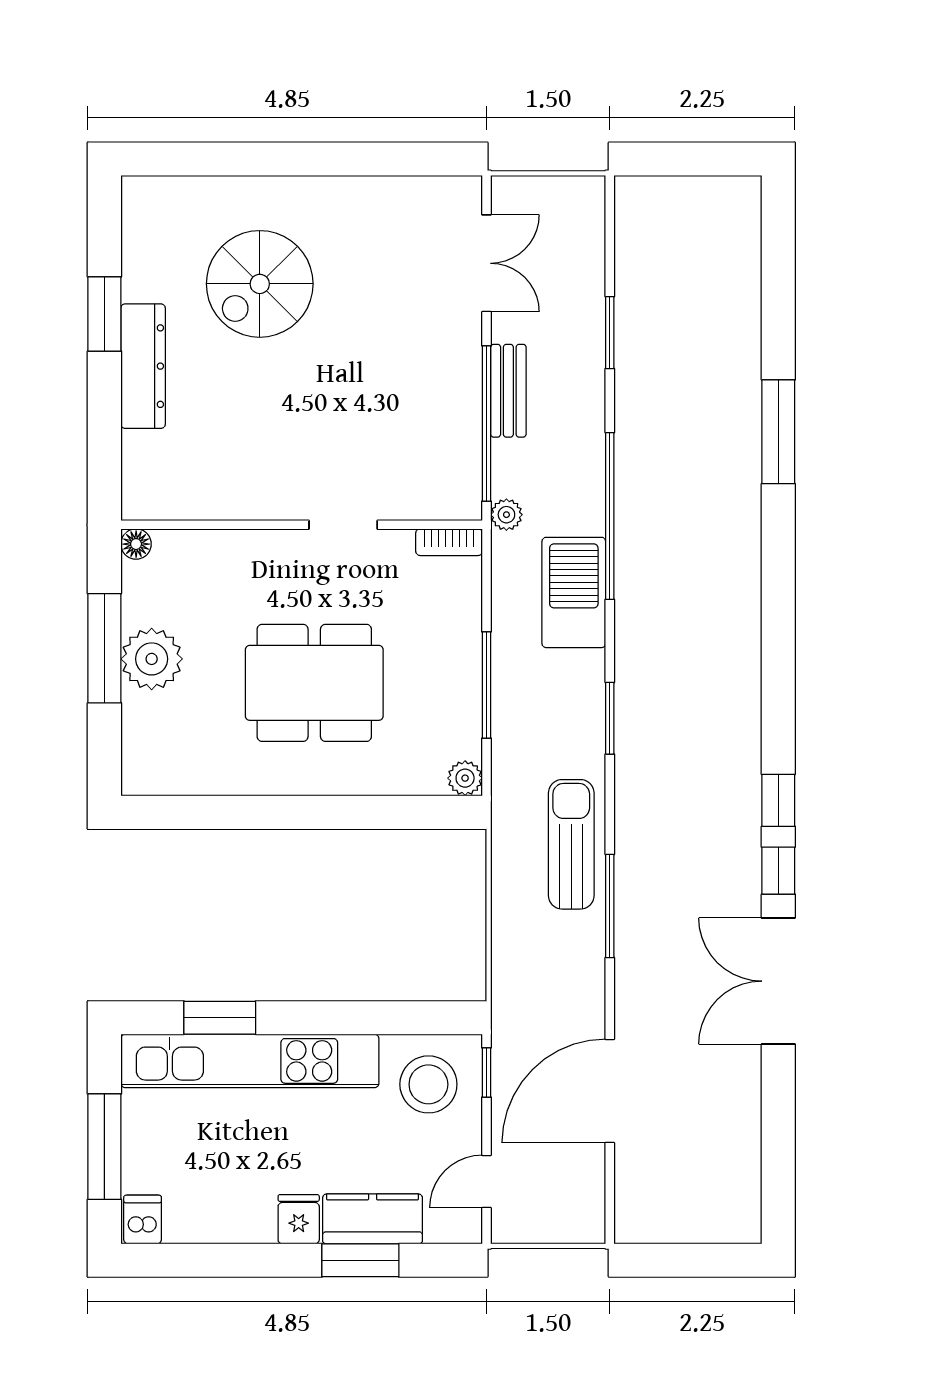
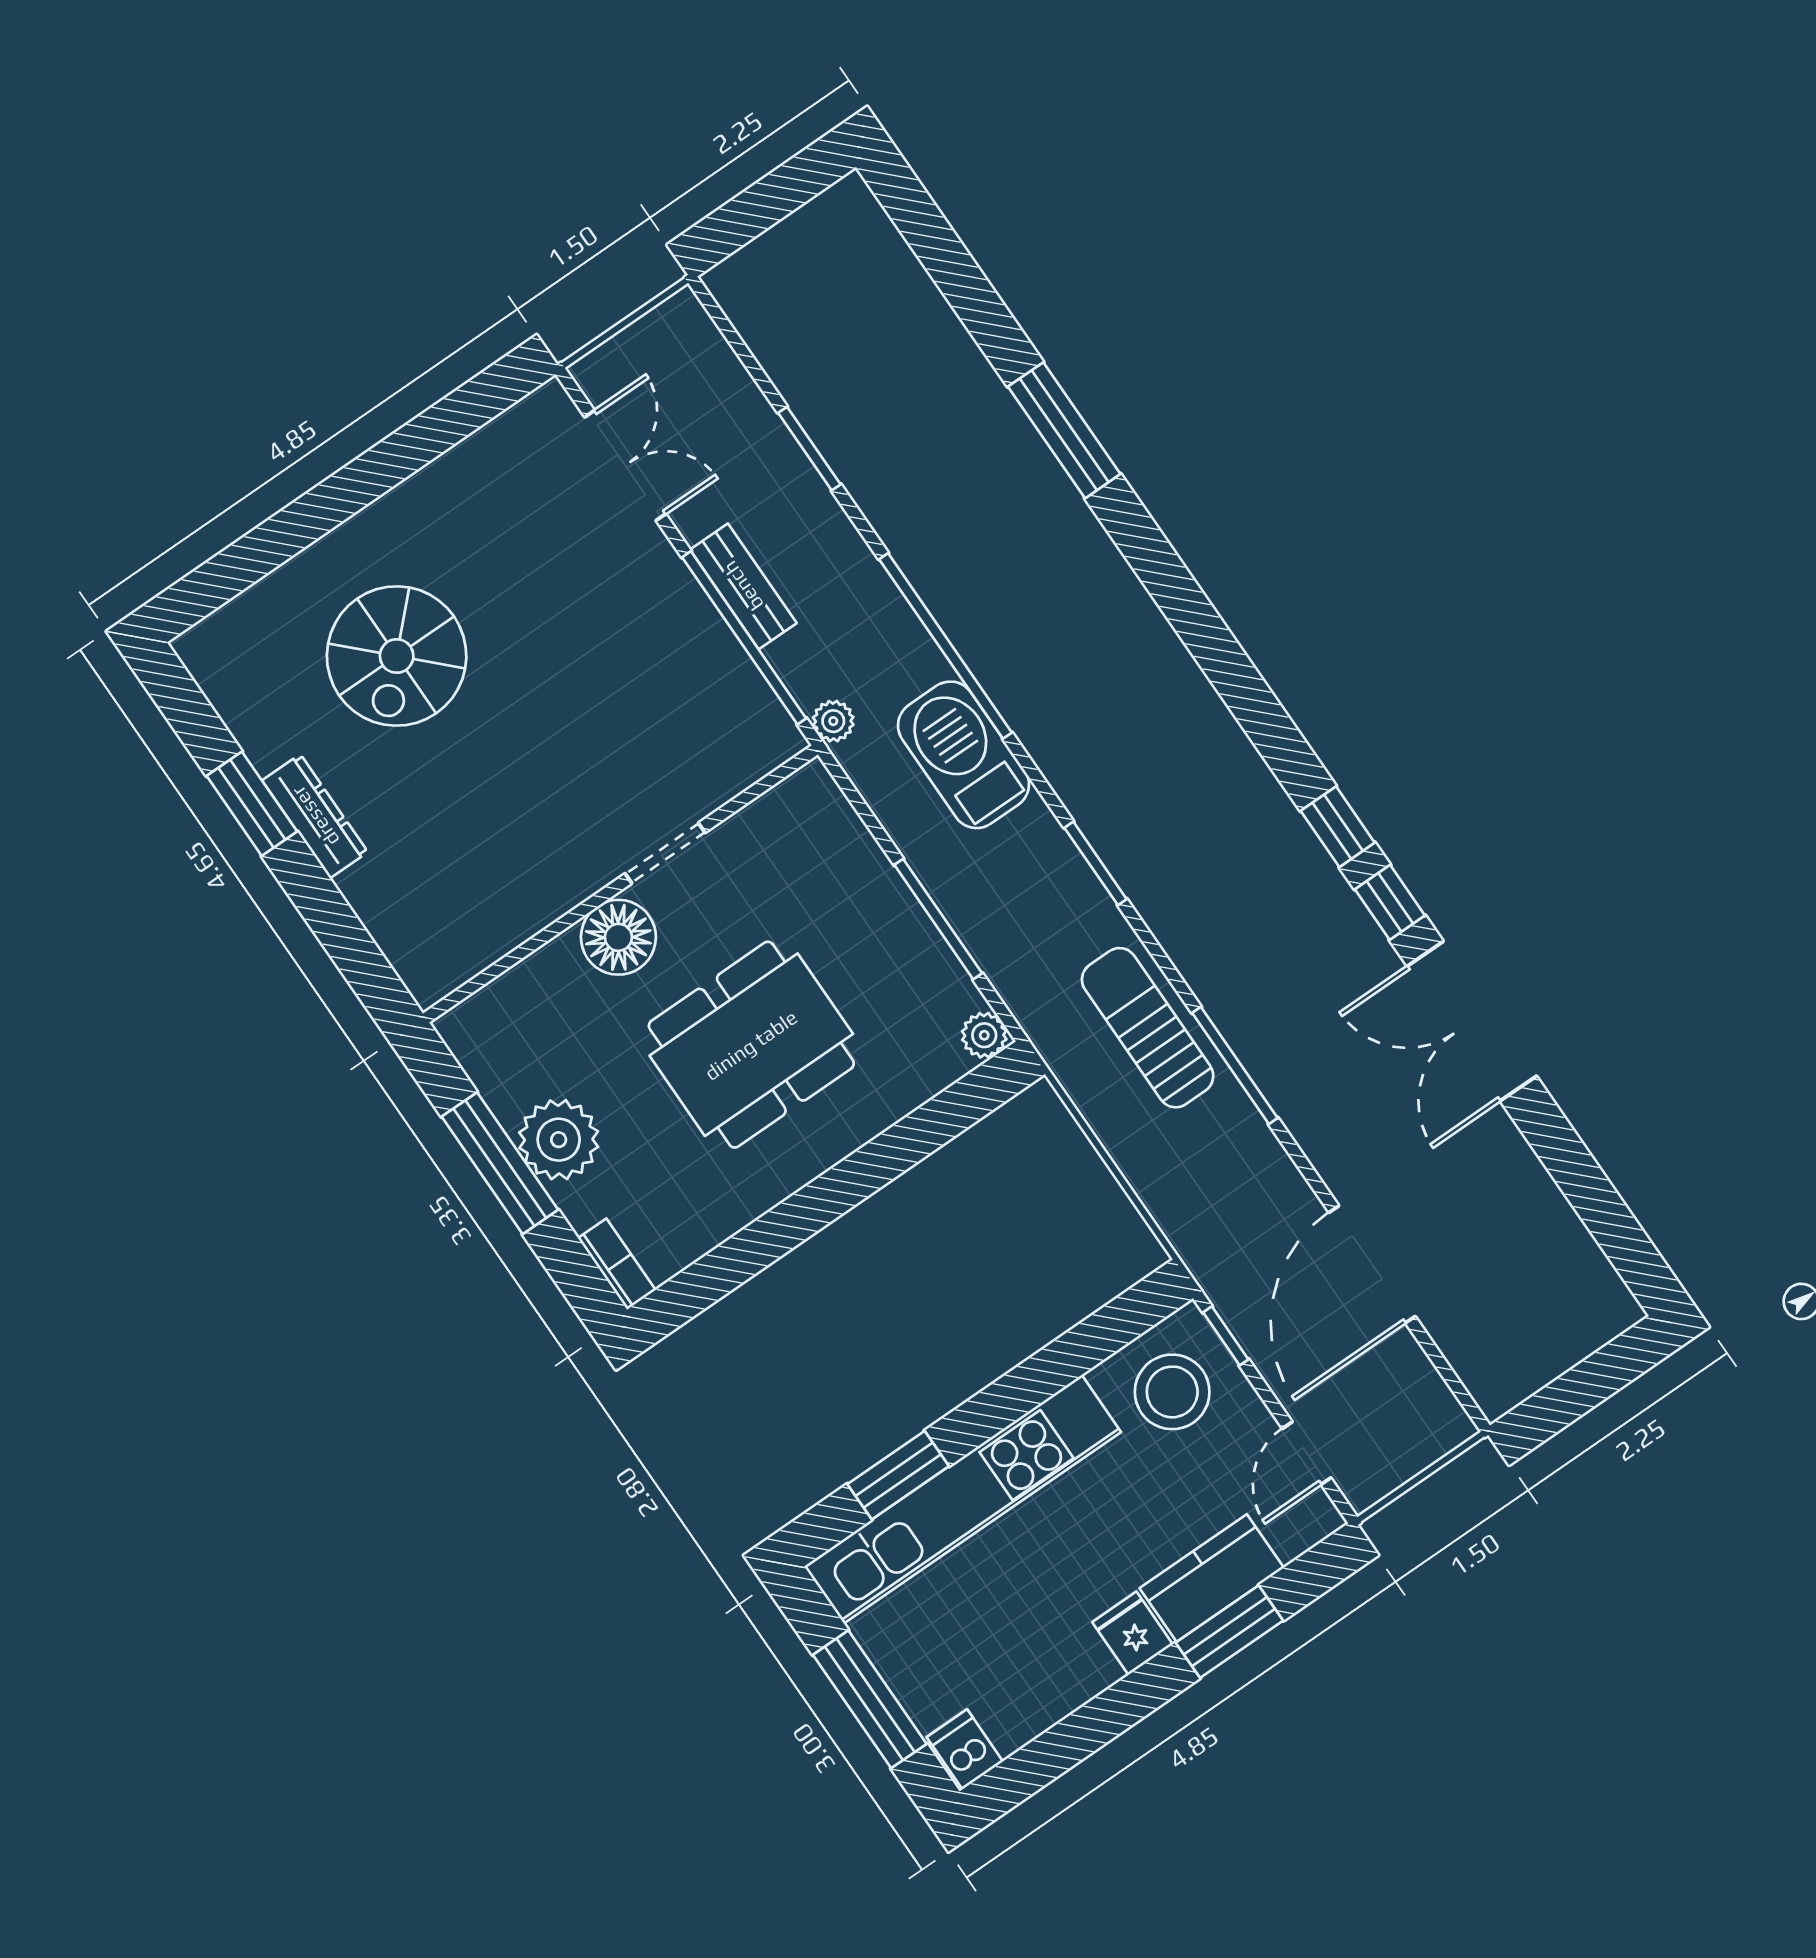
dresser: (143, 366) -> (315, 816), width x0.73, depth x0.80
bookcase: (449, 542) -> (617, 1264), moved, turned -90
floor lamp: (136, 544) -> (618, 937), moved, width x1.89, depth x1.89

